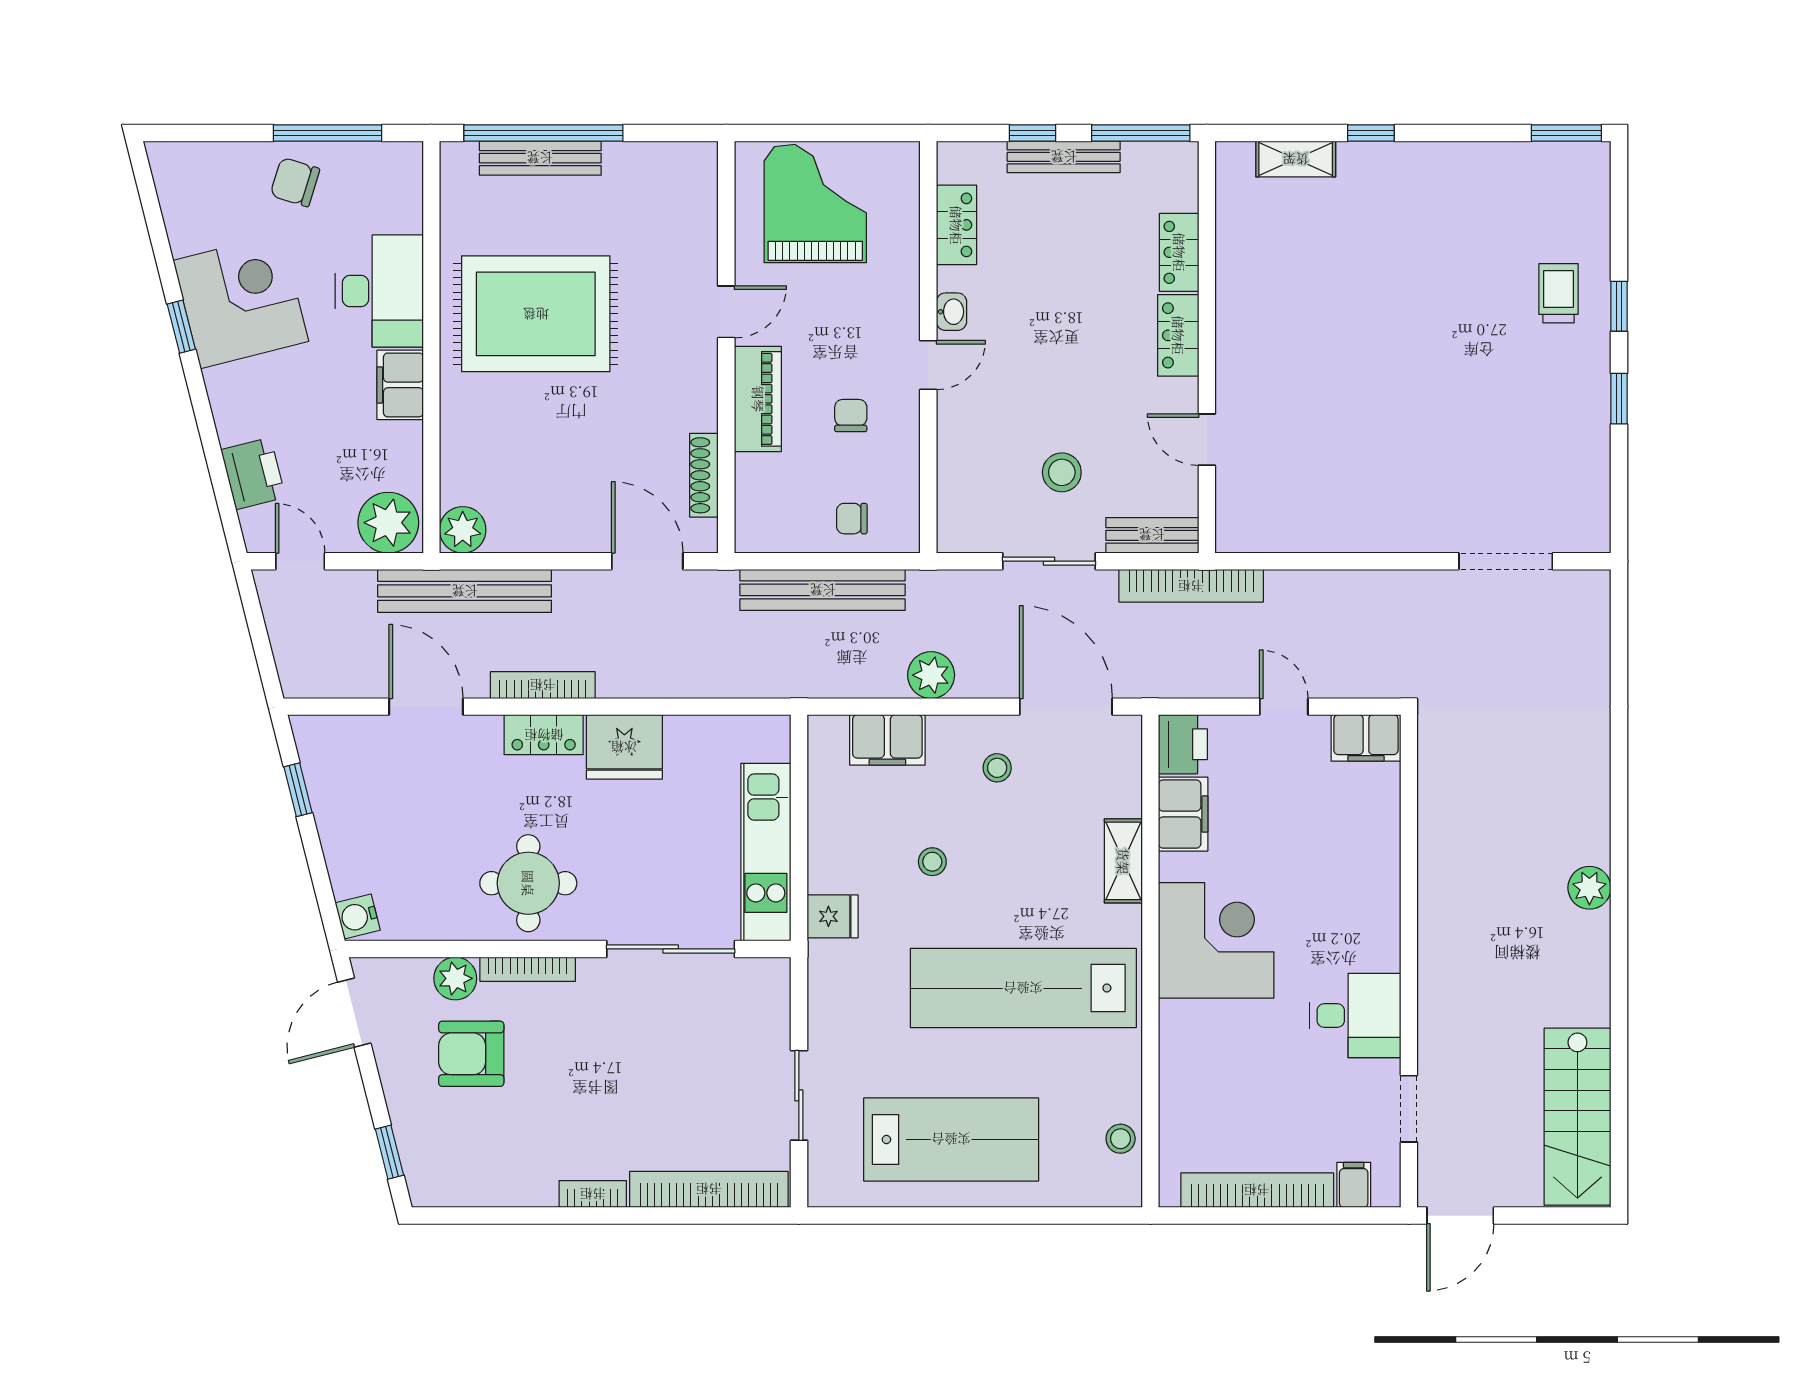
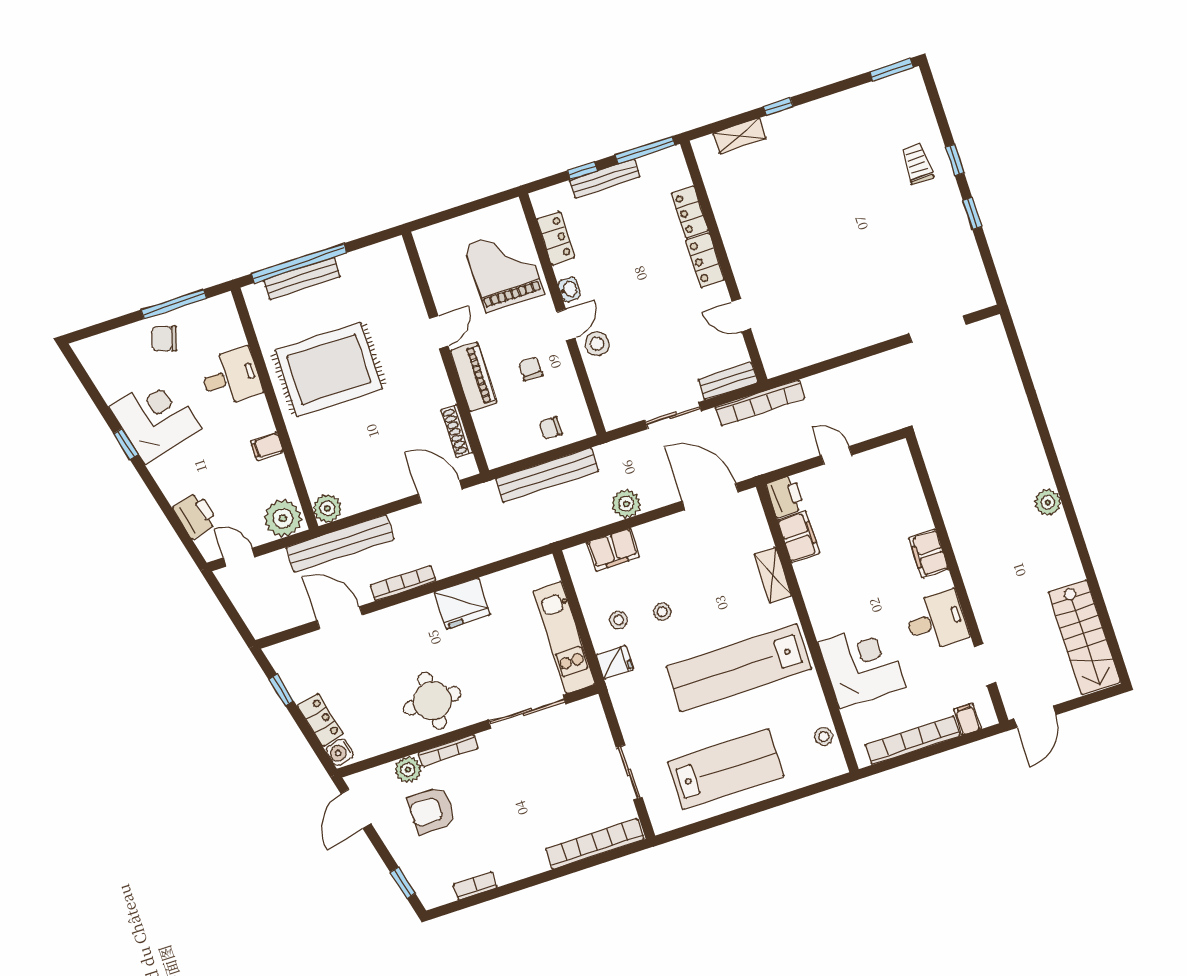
grand piano: (815, 203) -> (504, 269), moved
desk: (379, 291) -> (231, 377), width x0.73
filing cabinet: (400, 385) -> (267, 446), width x0.50
stool: (1062, 472) -> (597, 344), moved
locker: (544, 735) -> (320, 720), moved, turned -104
filing cabinet: (1366, 738) -> (929, 553), moved, turned 90
stool: (997, 768) -> (619, 620), moved
corner desk: (1216, 940) -> (862, 665), moved
bookcase: (593, 1194) -> (475, 886), moved

